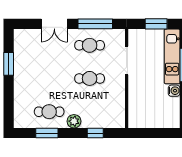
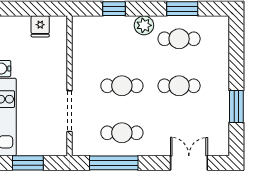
double door: (54, 24) -> (189, 163), moved
cafe table: (49, 78) -> (179, 86), added
fridge: (147, 121) -> (40, 26), added

